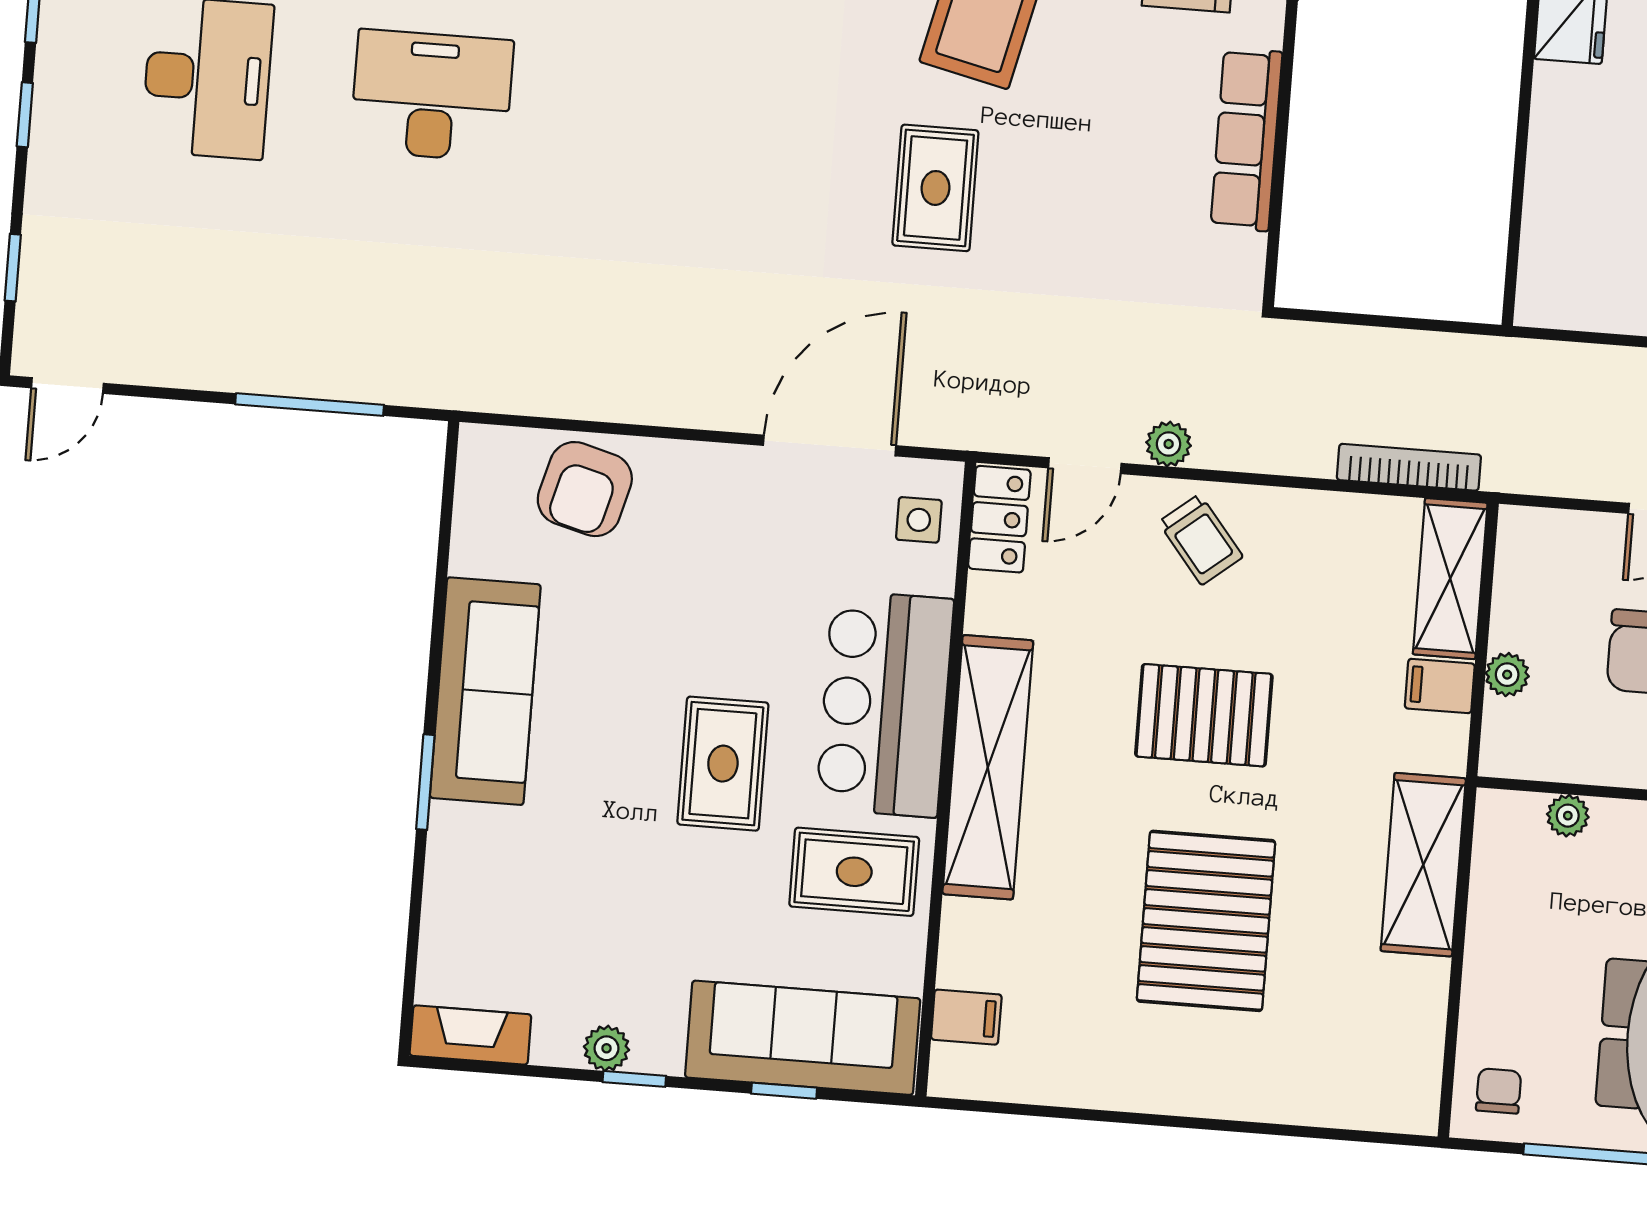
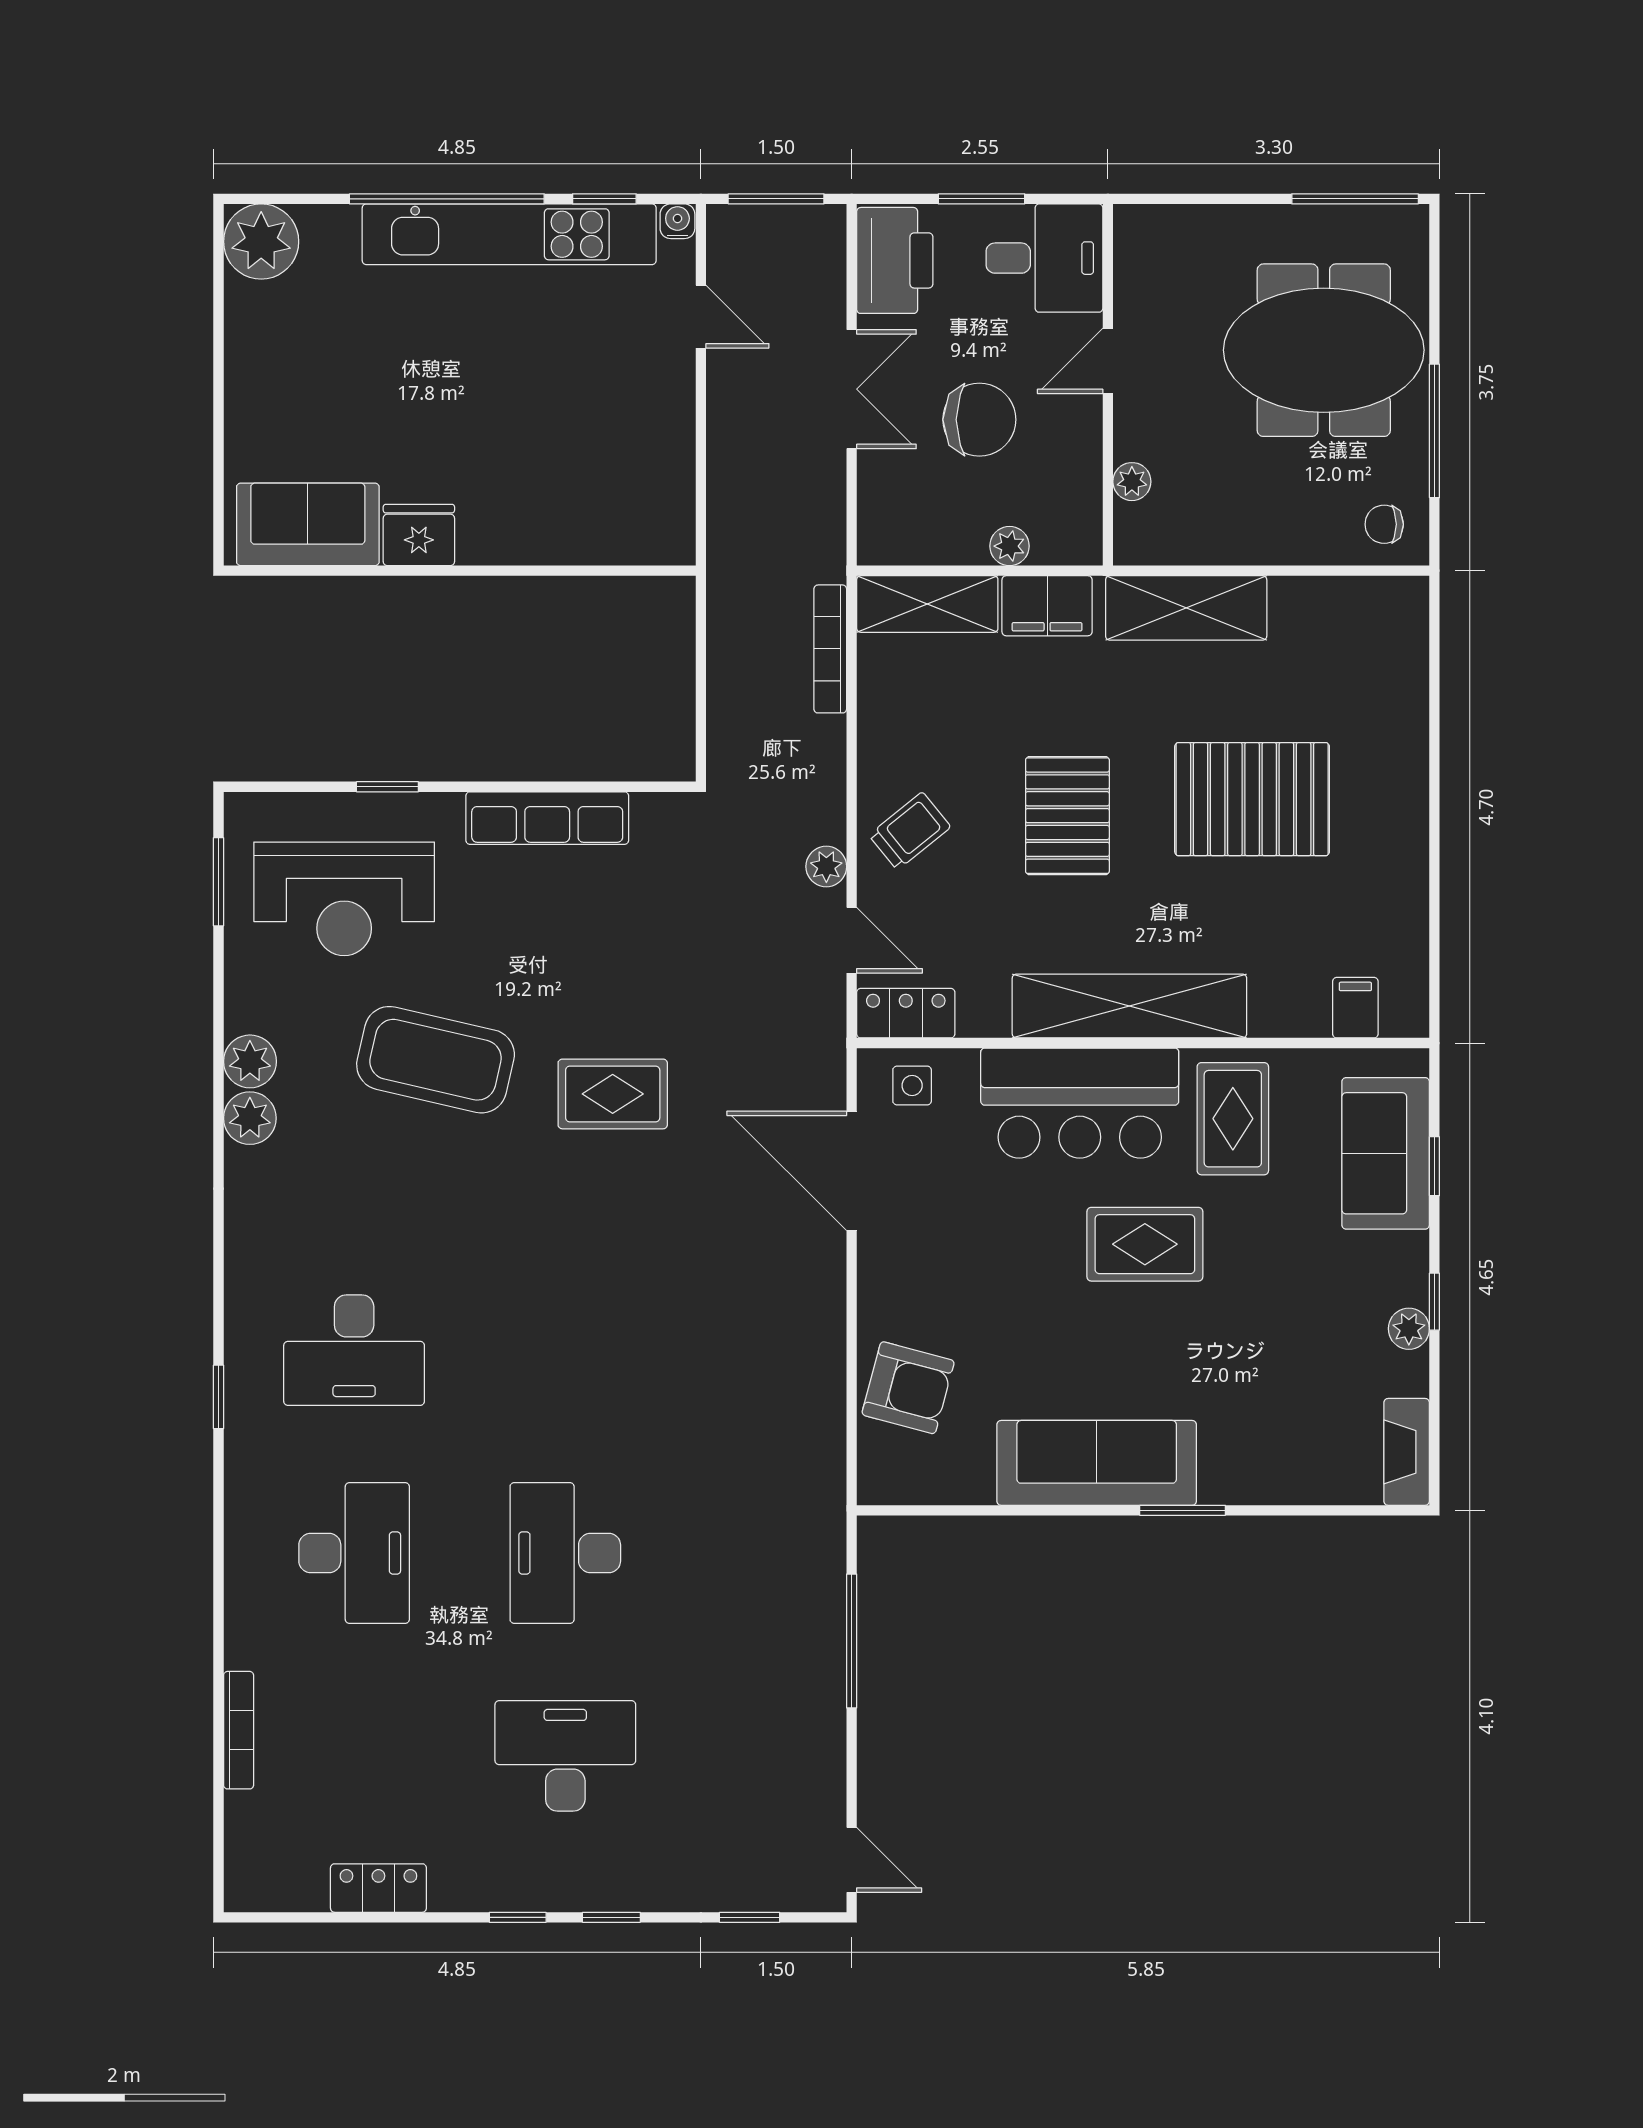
filing cabinet: (1440, 686) -> (1047, 606), width x2.00
sofa: (803, 1038) -> (1386, 1153), width x0.73

